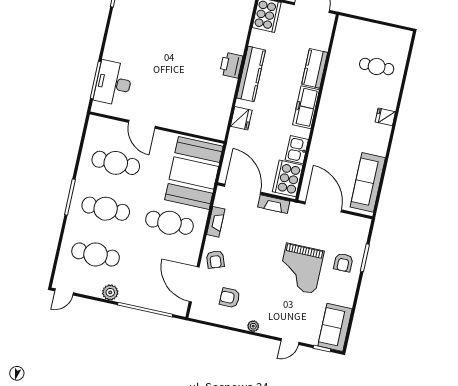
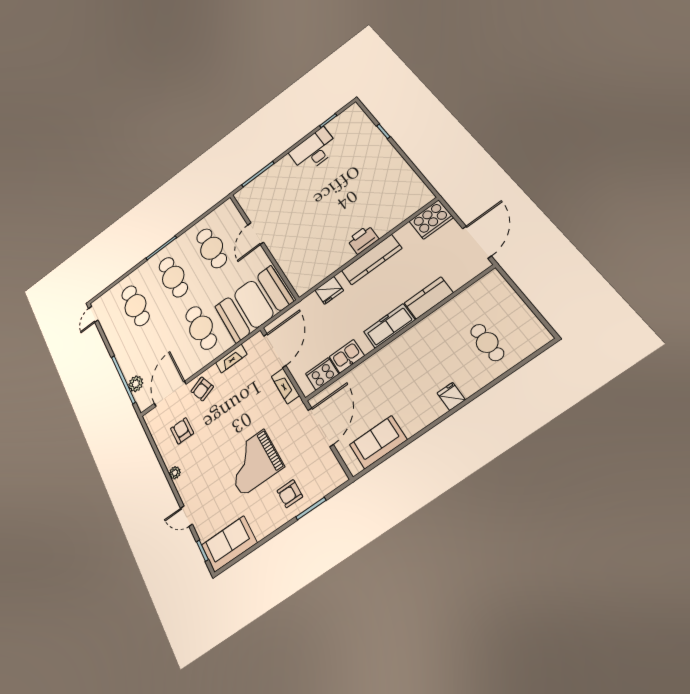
desk: (113, 83) -> (314, 150), moved
cooker: (288, 178) -> (322, 374), width x0.73, depth x0.76
sofa: (368, 182) -> (378, 442), width x0.73
door: (64, 292) -> (93, 314), hinge flipped
plant: (110, 292) -> (136, 384), moved

